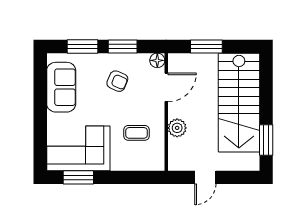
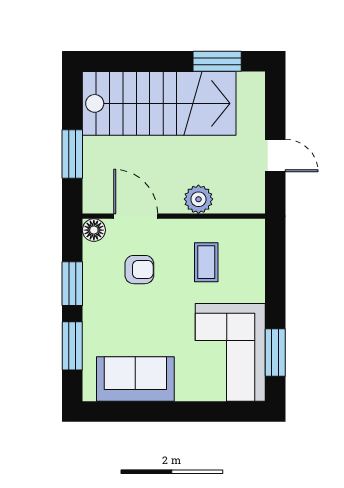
armchair: (117, 81) -> (139, 270), moved, turned 67

